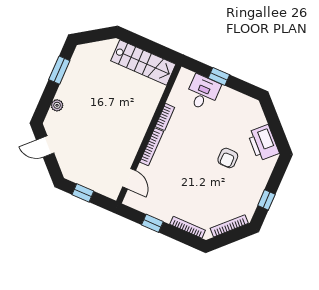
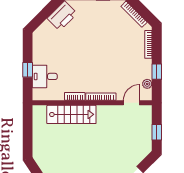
stairs: (143, 62) -> (71, 114), moved, turned 90
armchair: (228, 158) -> (85, 37), removed
plant: (143, 206) -> (147, 84), added

